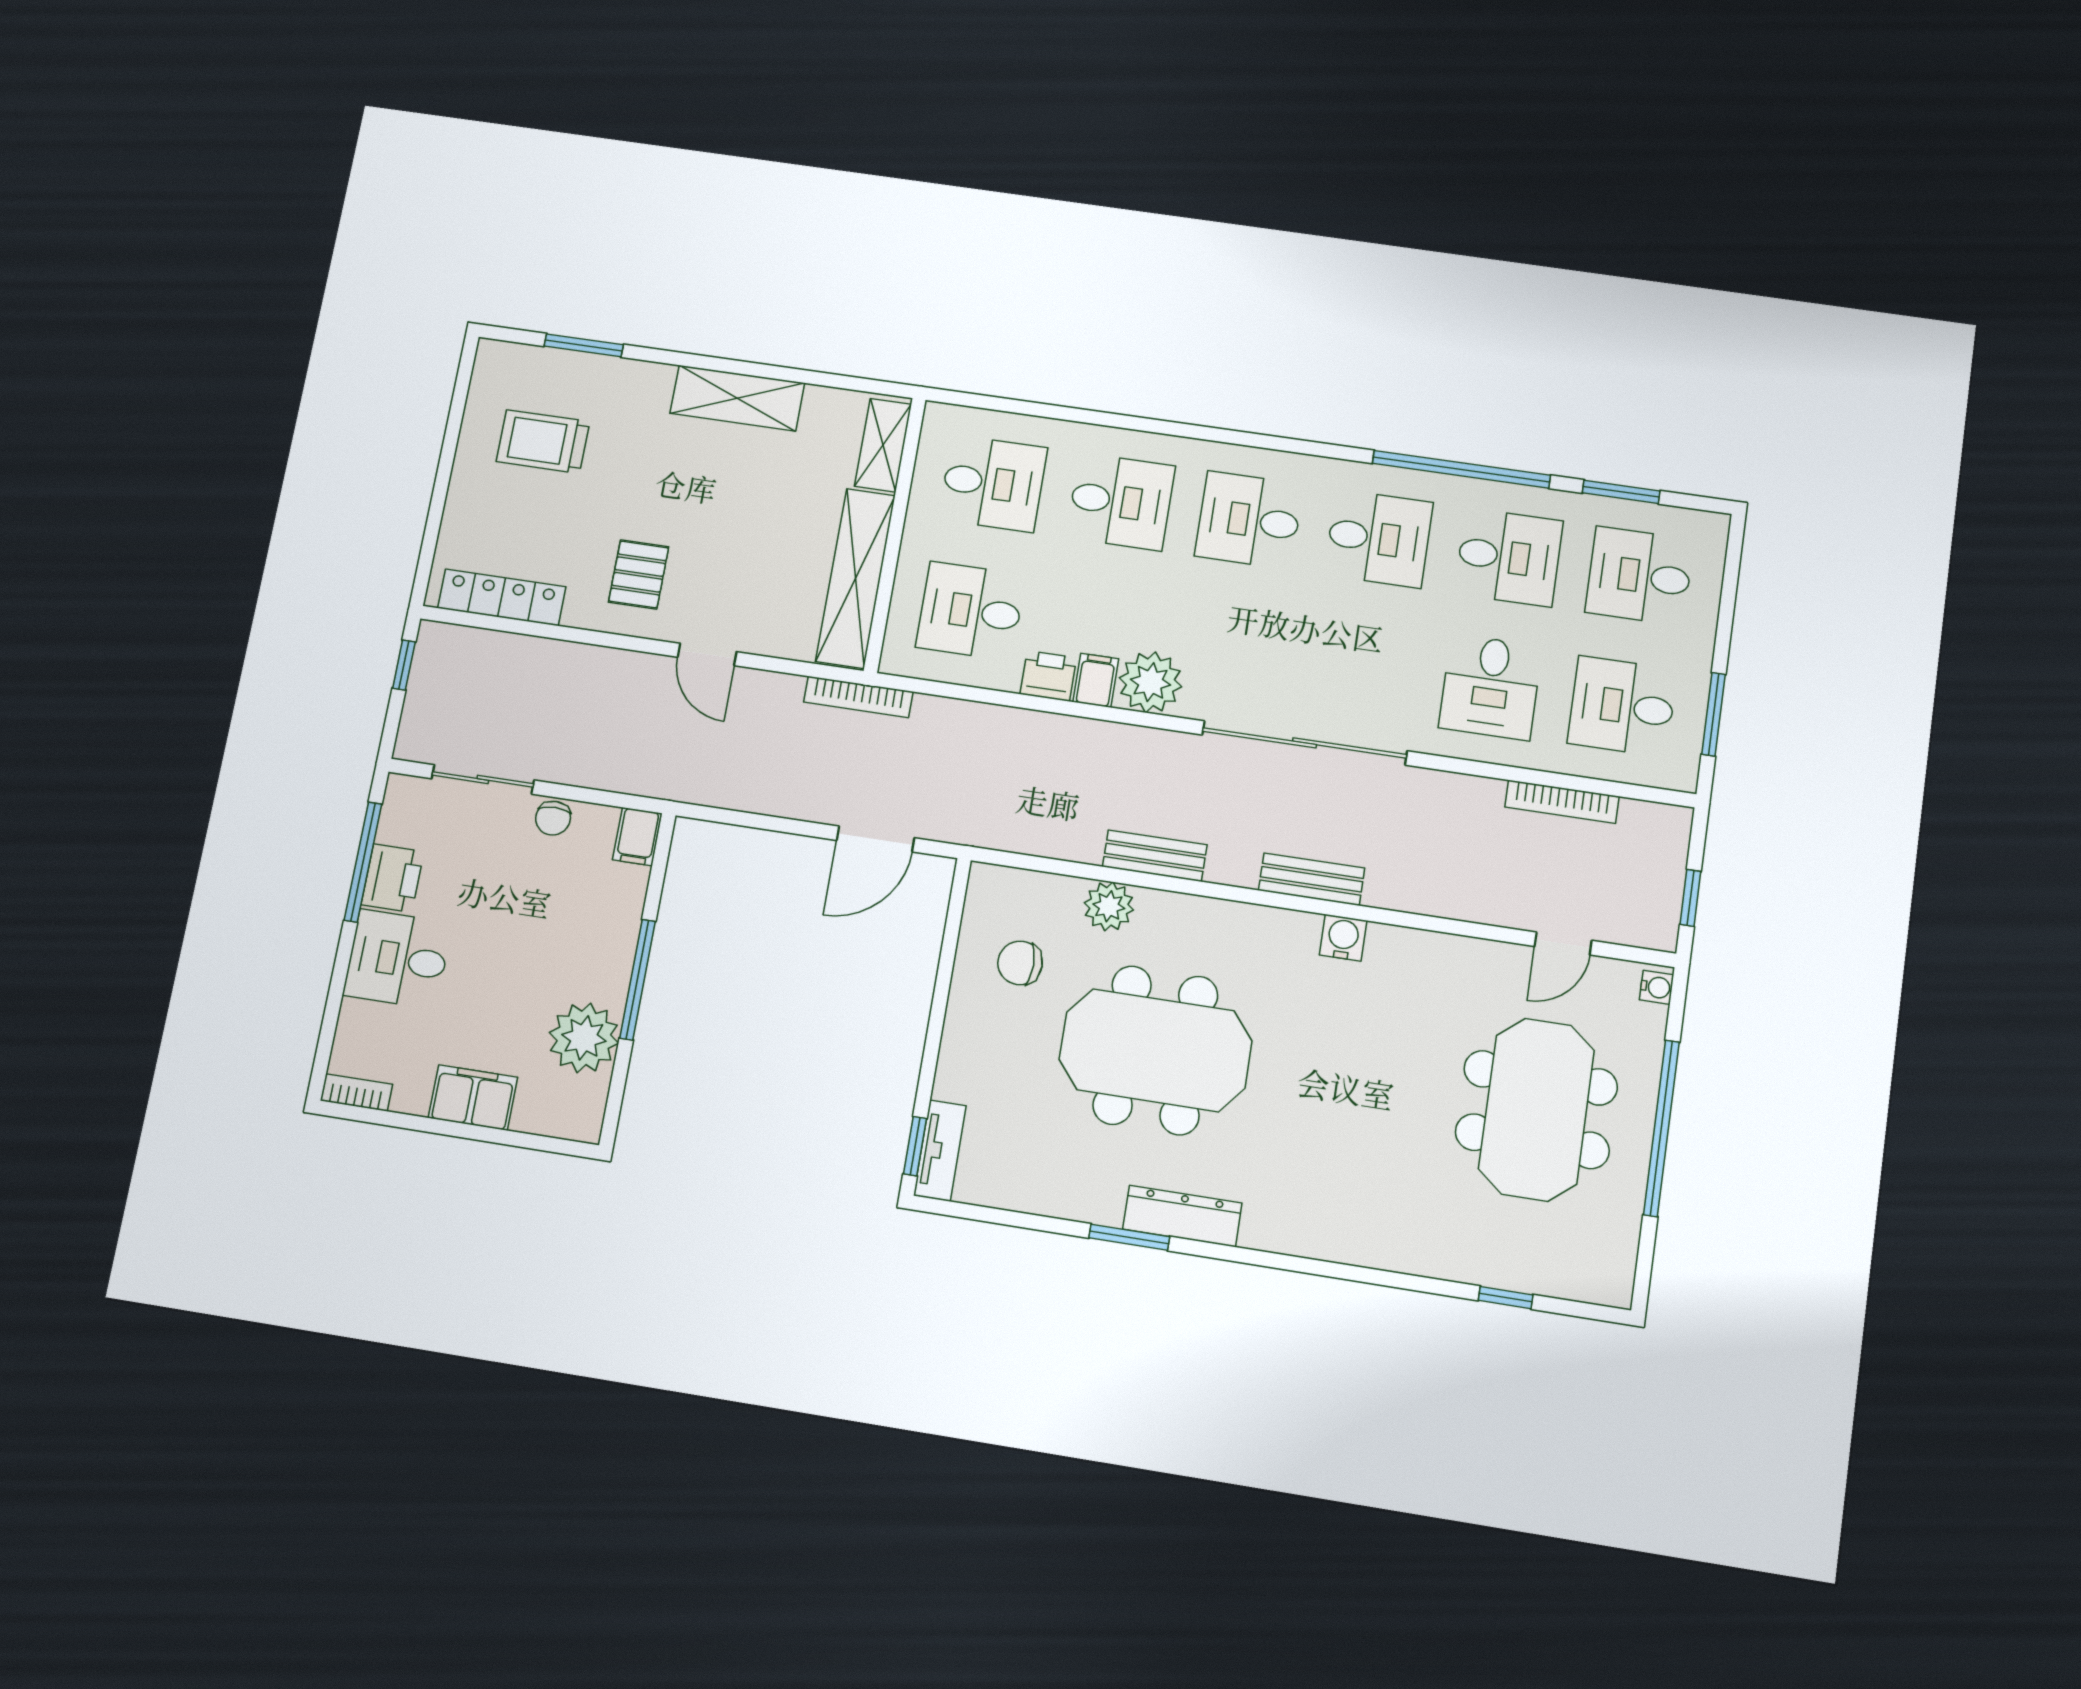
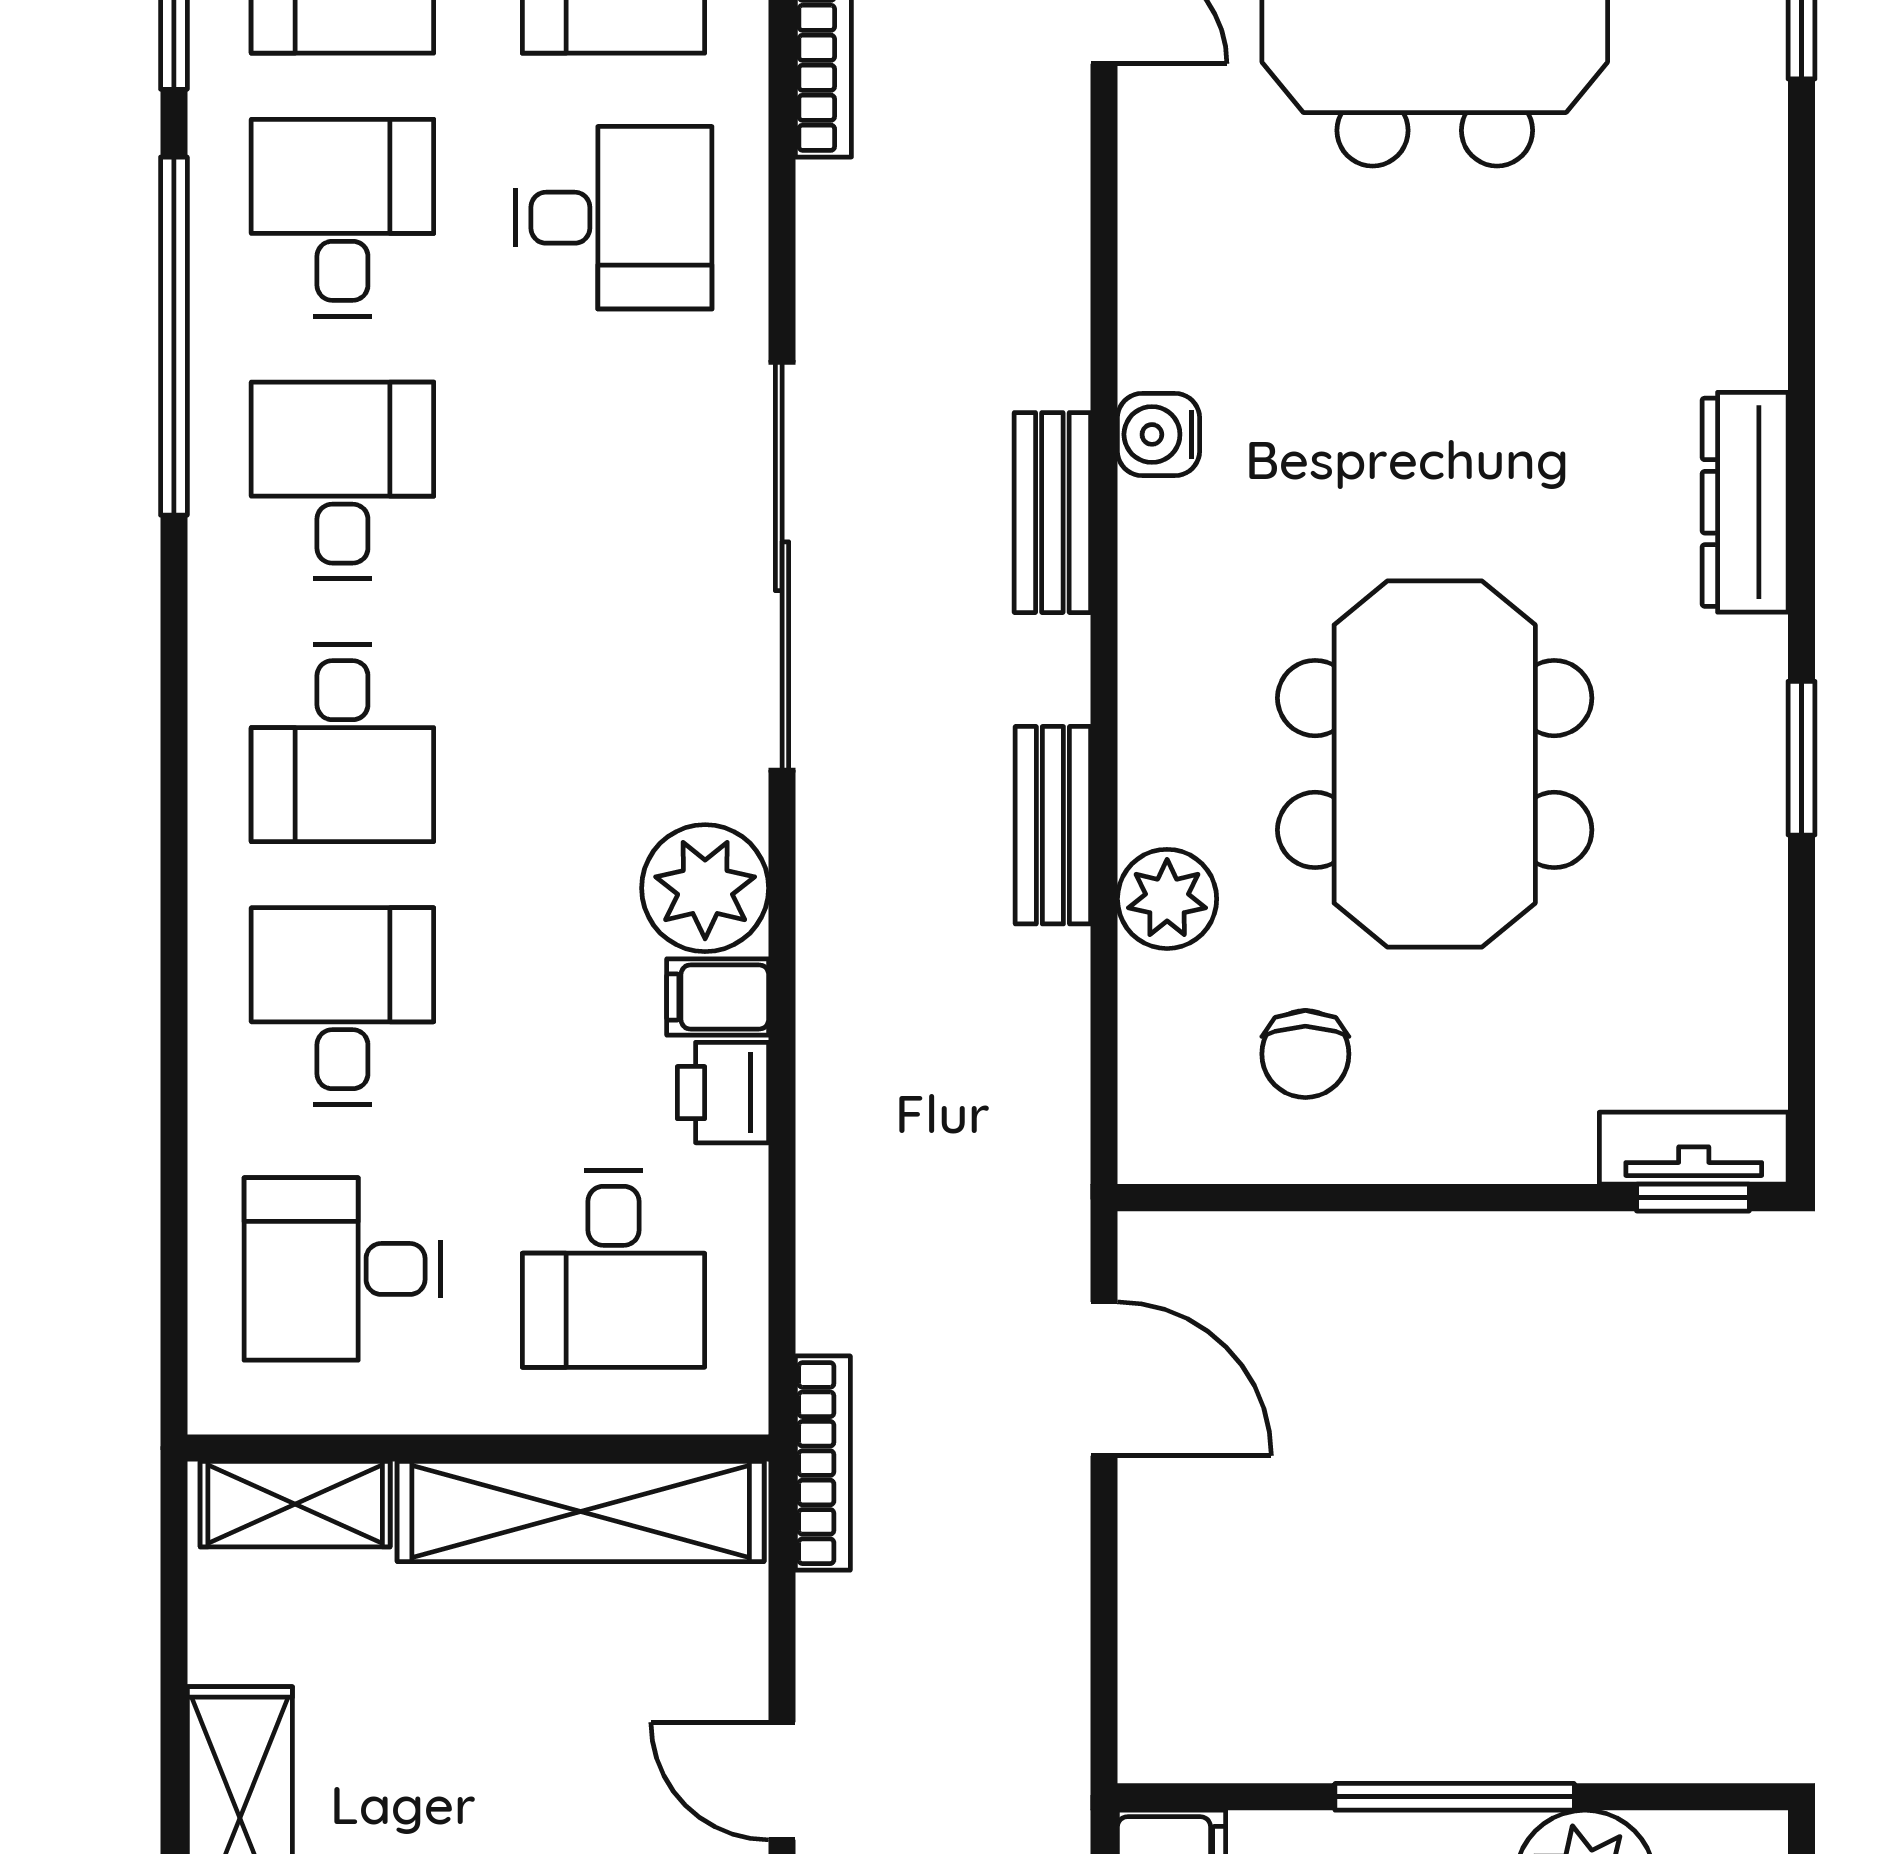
desk: (993, 483) -> (342, 1269), turned -90
door: (707, 654) -> (782, 1781), swing flipped
dresser: (1182, 1216) -> (1745, 502), moved

